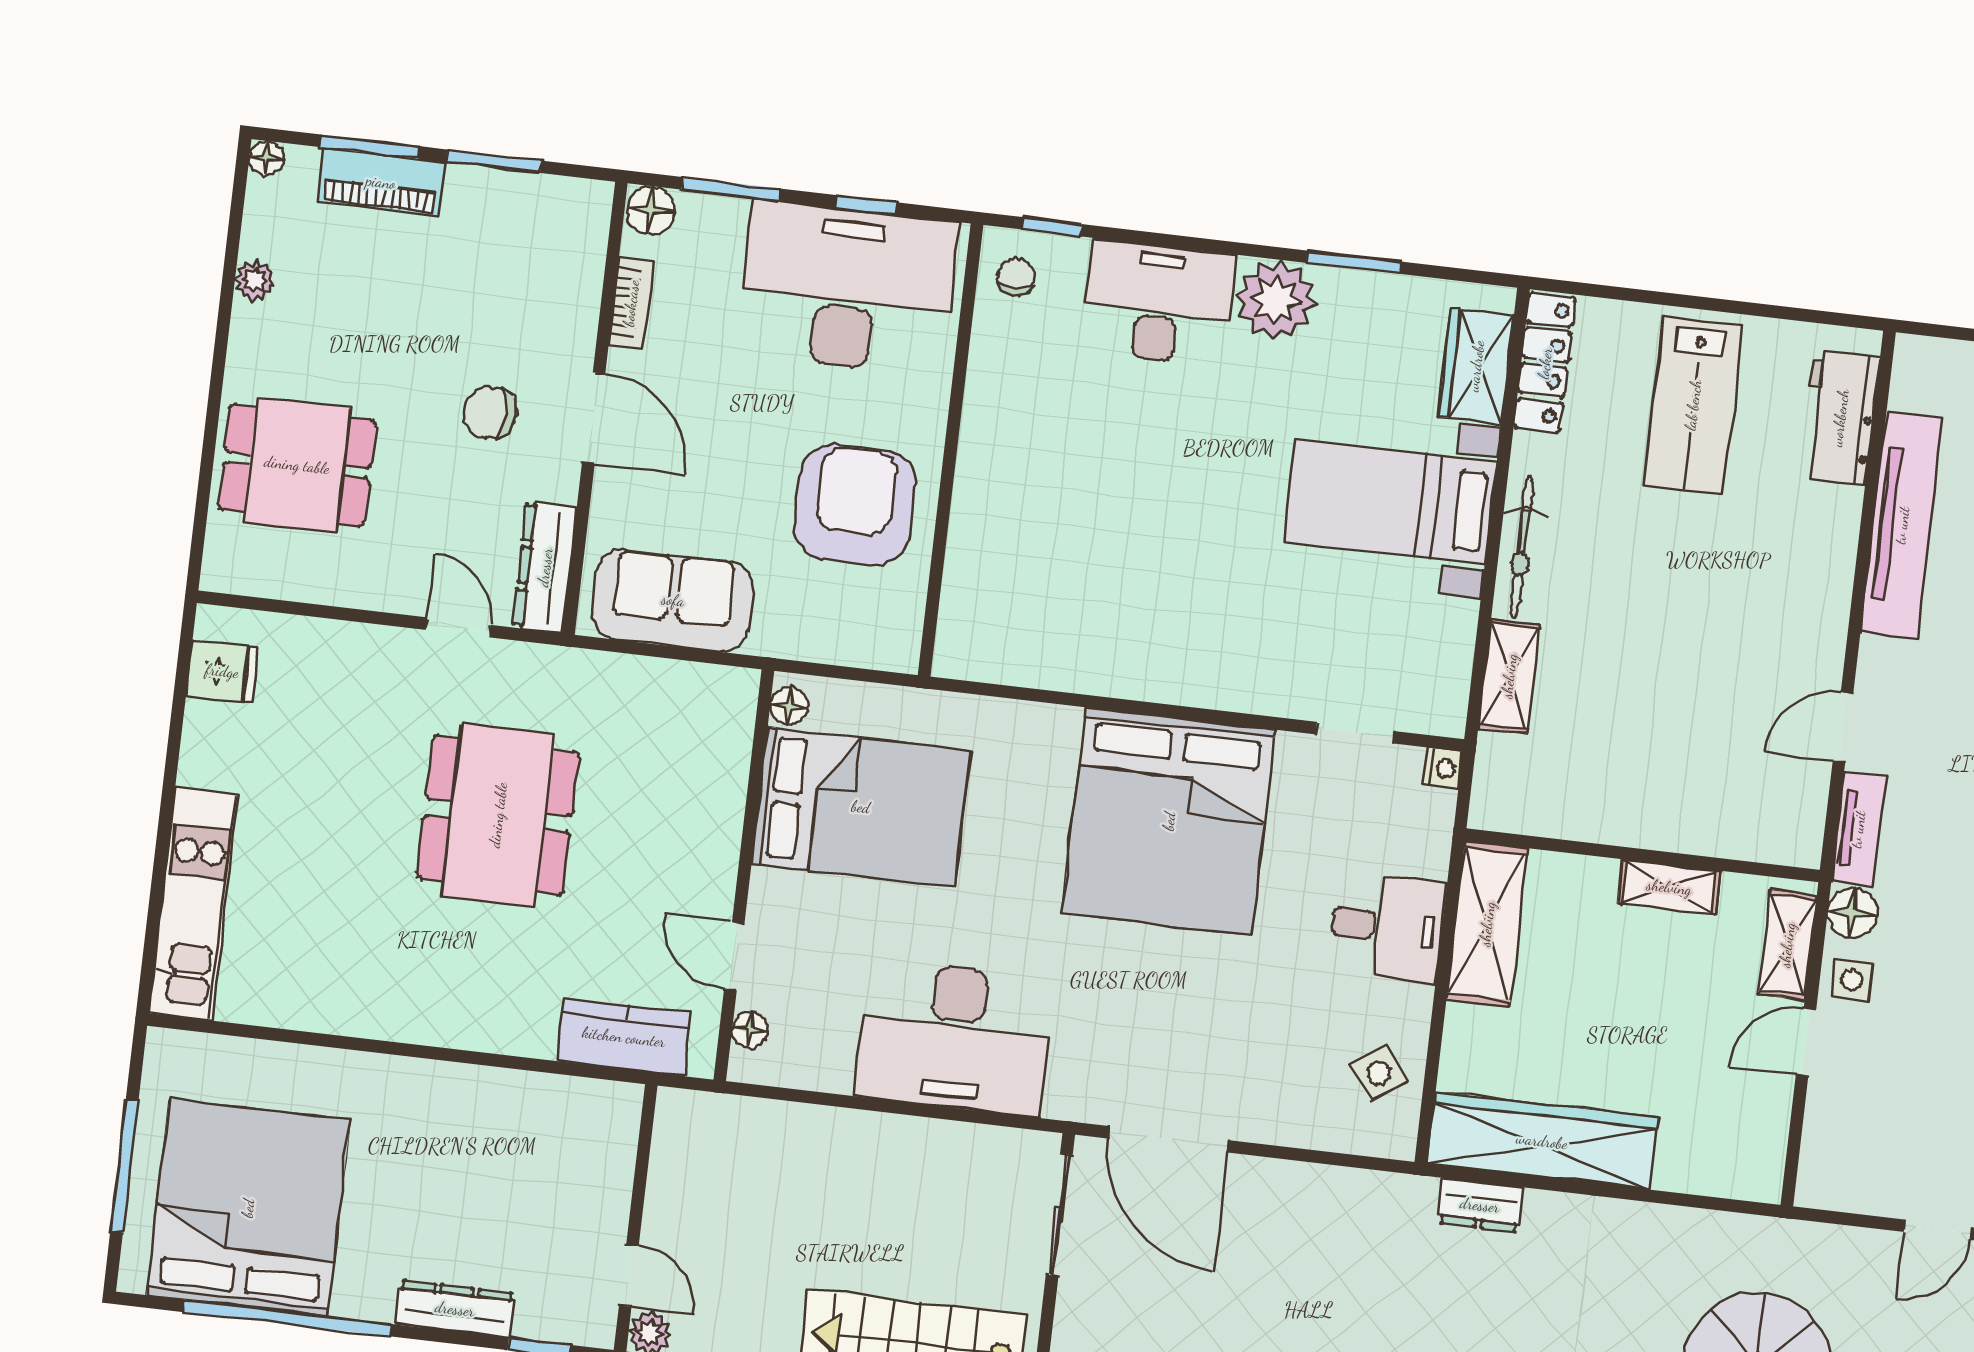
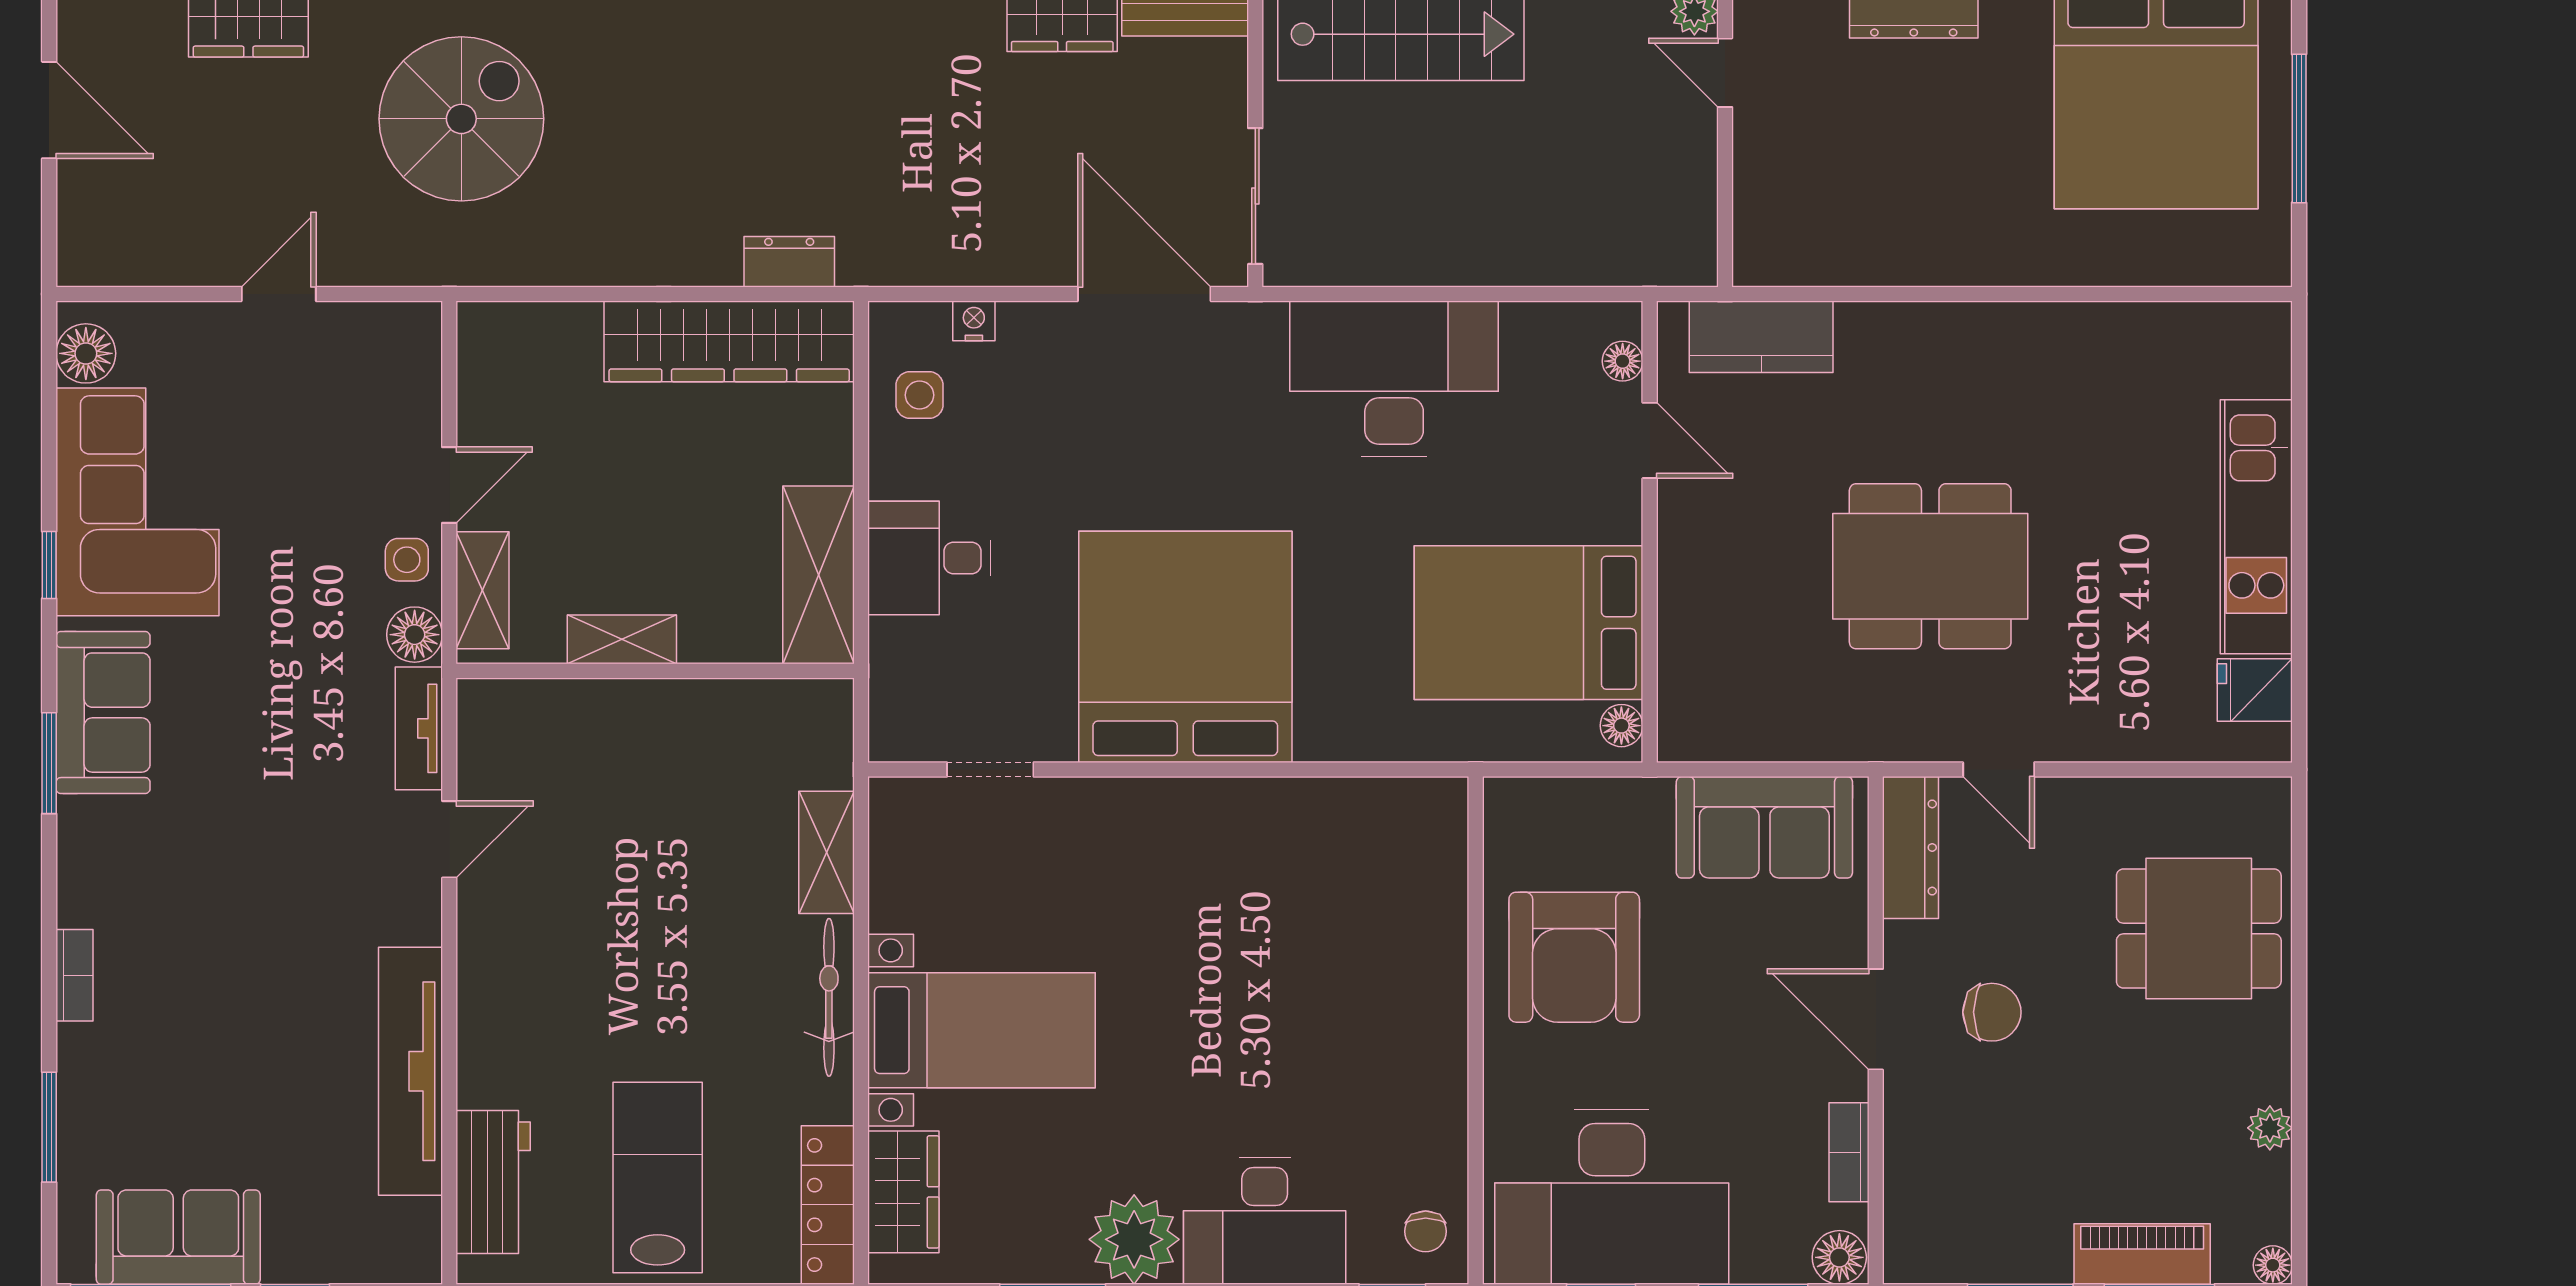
nightstand: (1443, 768) -> (974, 321), moved, turned 90
dining table: (498, 815) -> (1930, 566), turned 90
kitchen unit: (194, 904) -> (2256, 527), moved
side table: (1379, 1073) -> (920, 395), turned 36

